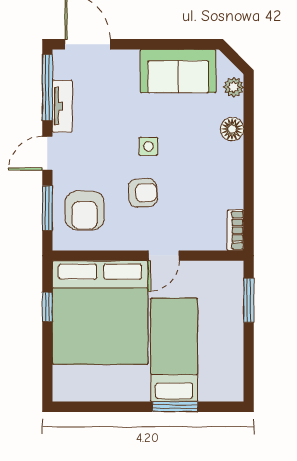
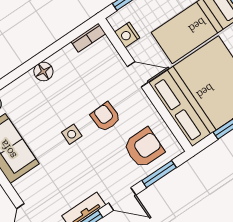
floor lamp: (232, 129) -> (43, 71), moved
nightstand: (212, 272) -> (127, 35), added

